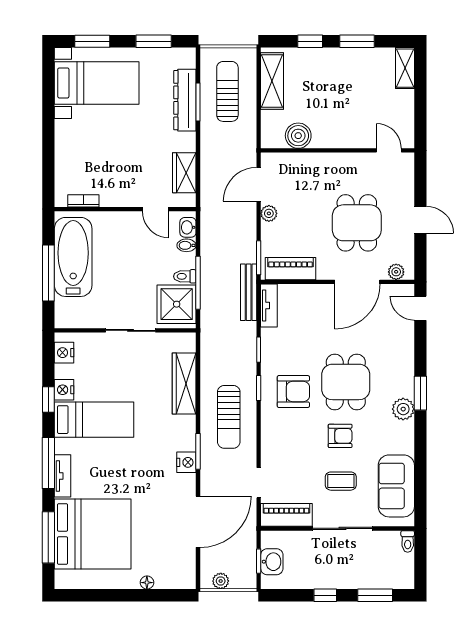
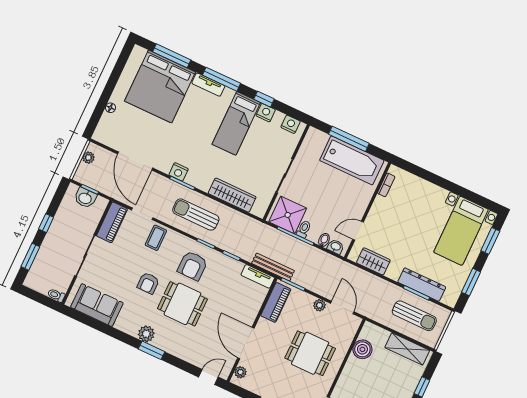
dining table: (357, 223) -> (310, 353), moved
coffee table: (341, 481) -> (156, 238), moved

